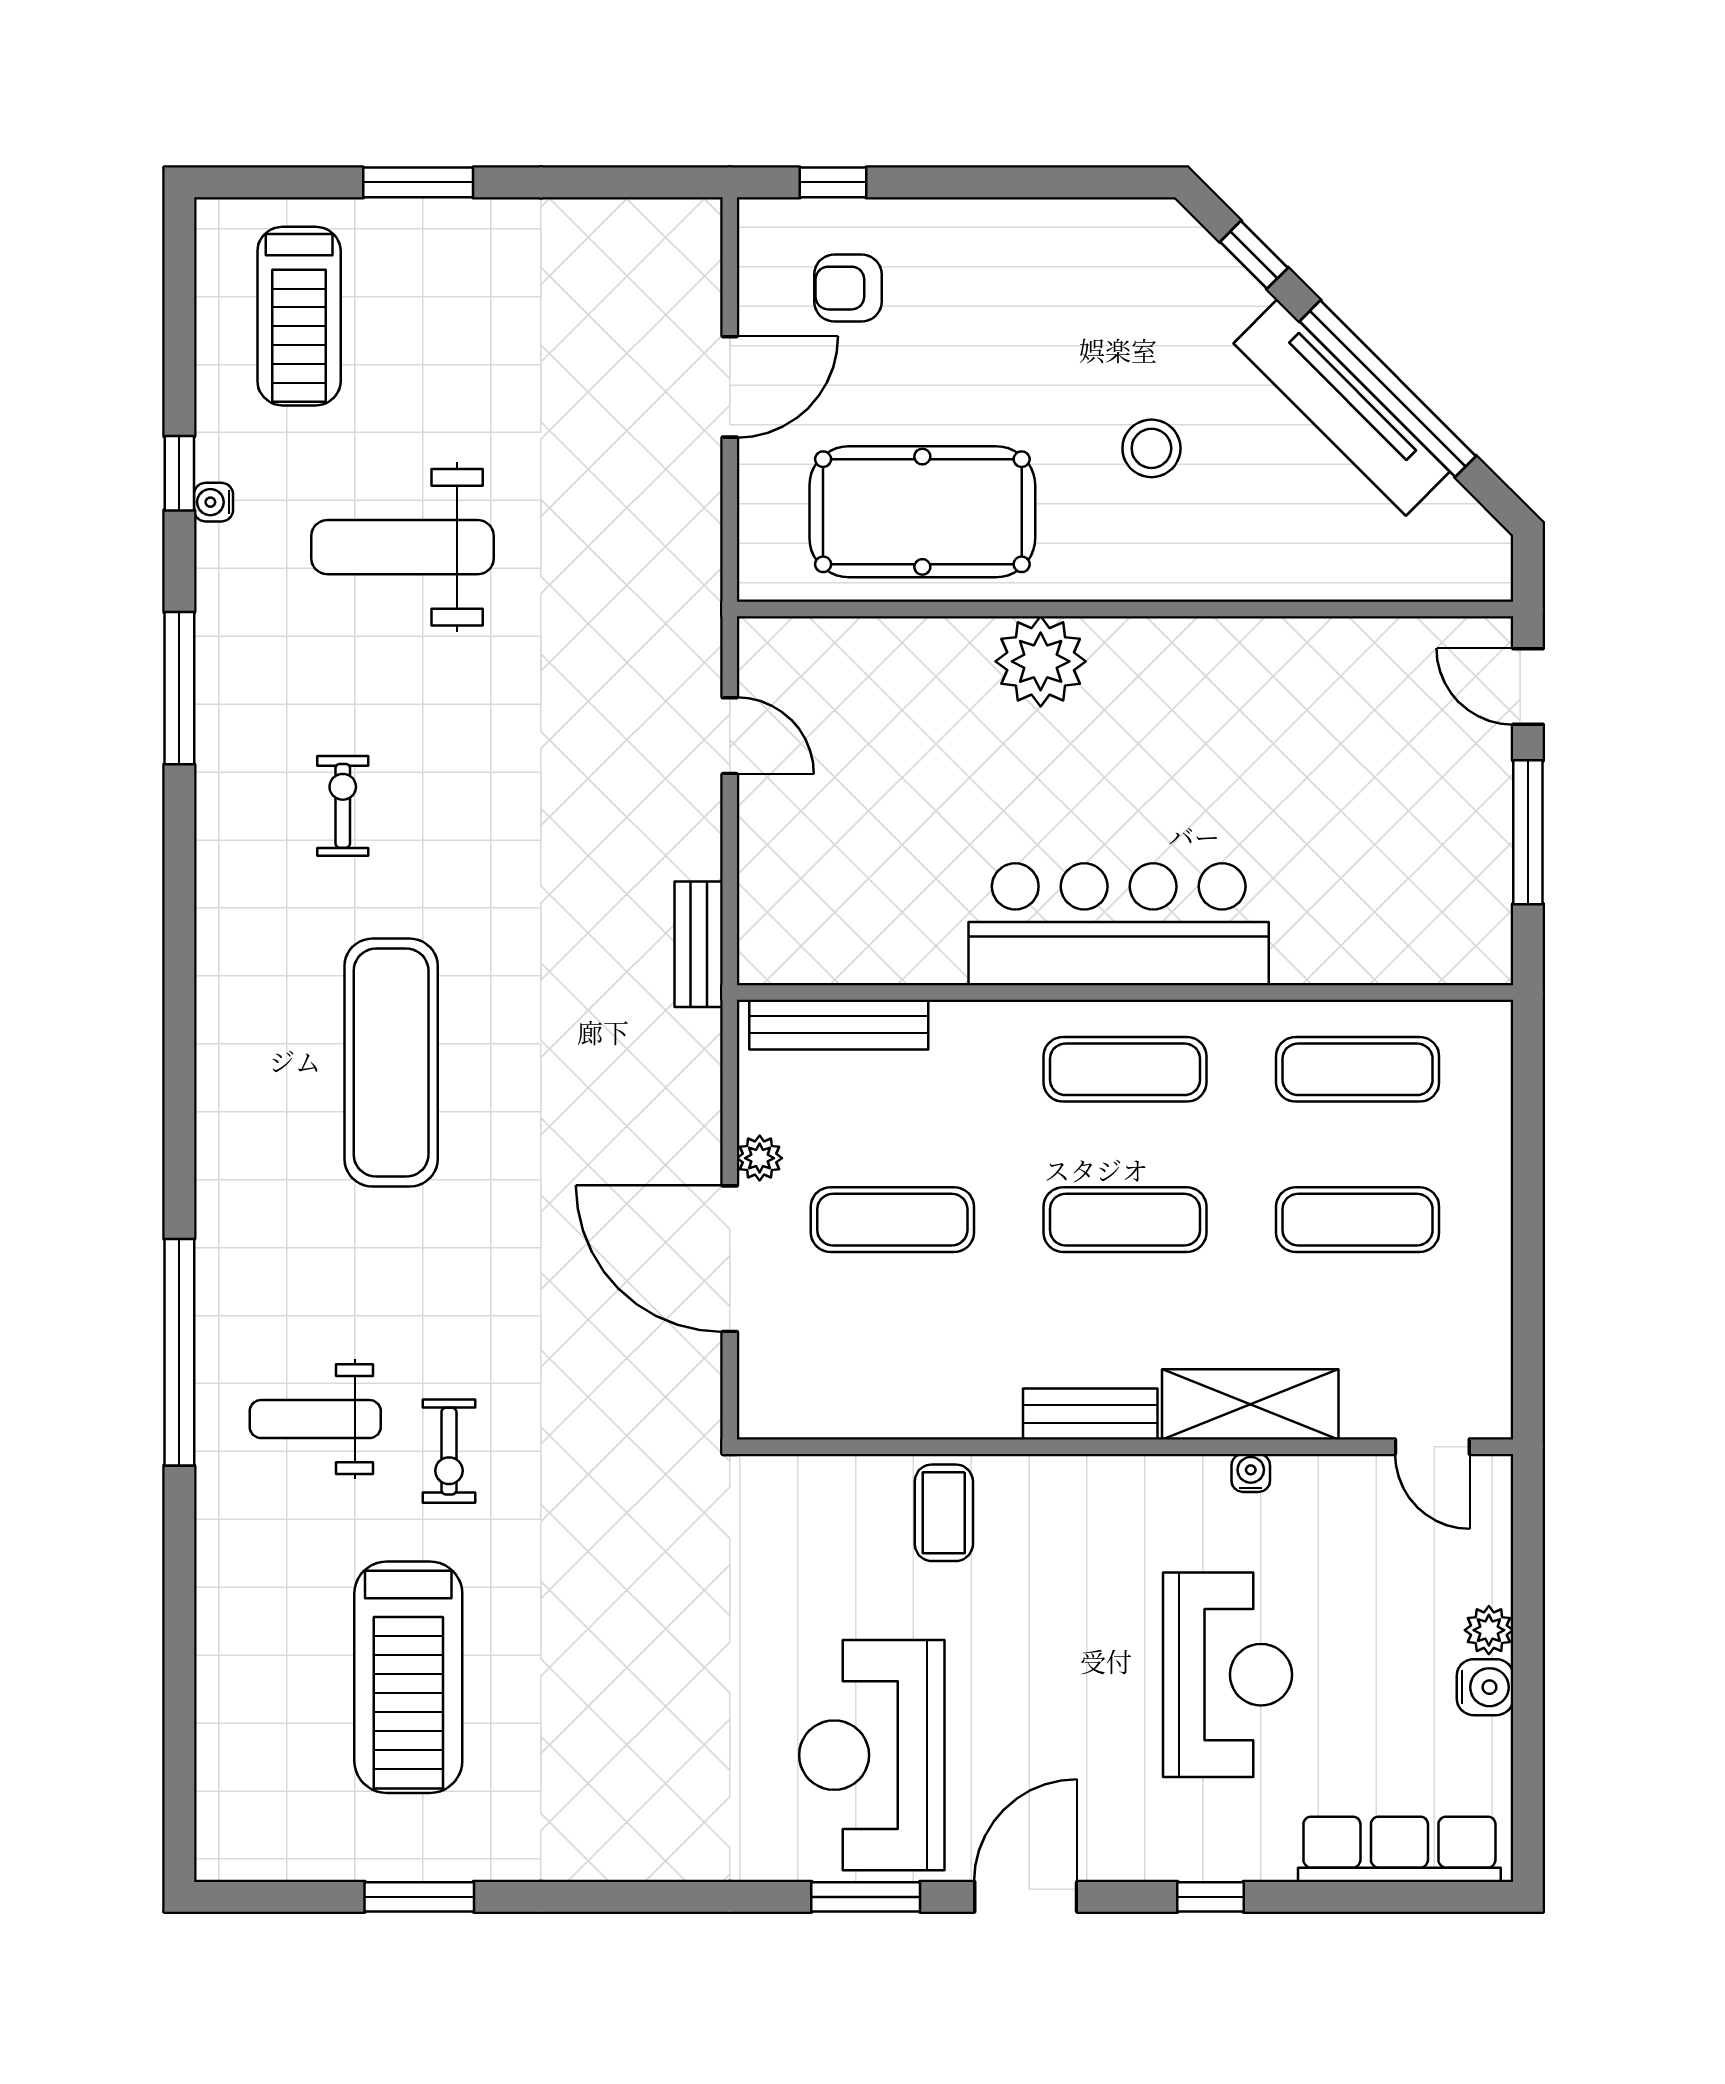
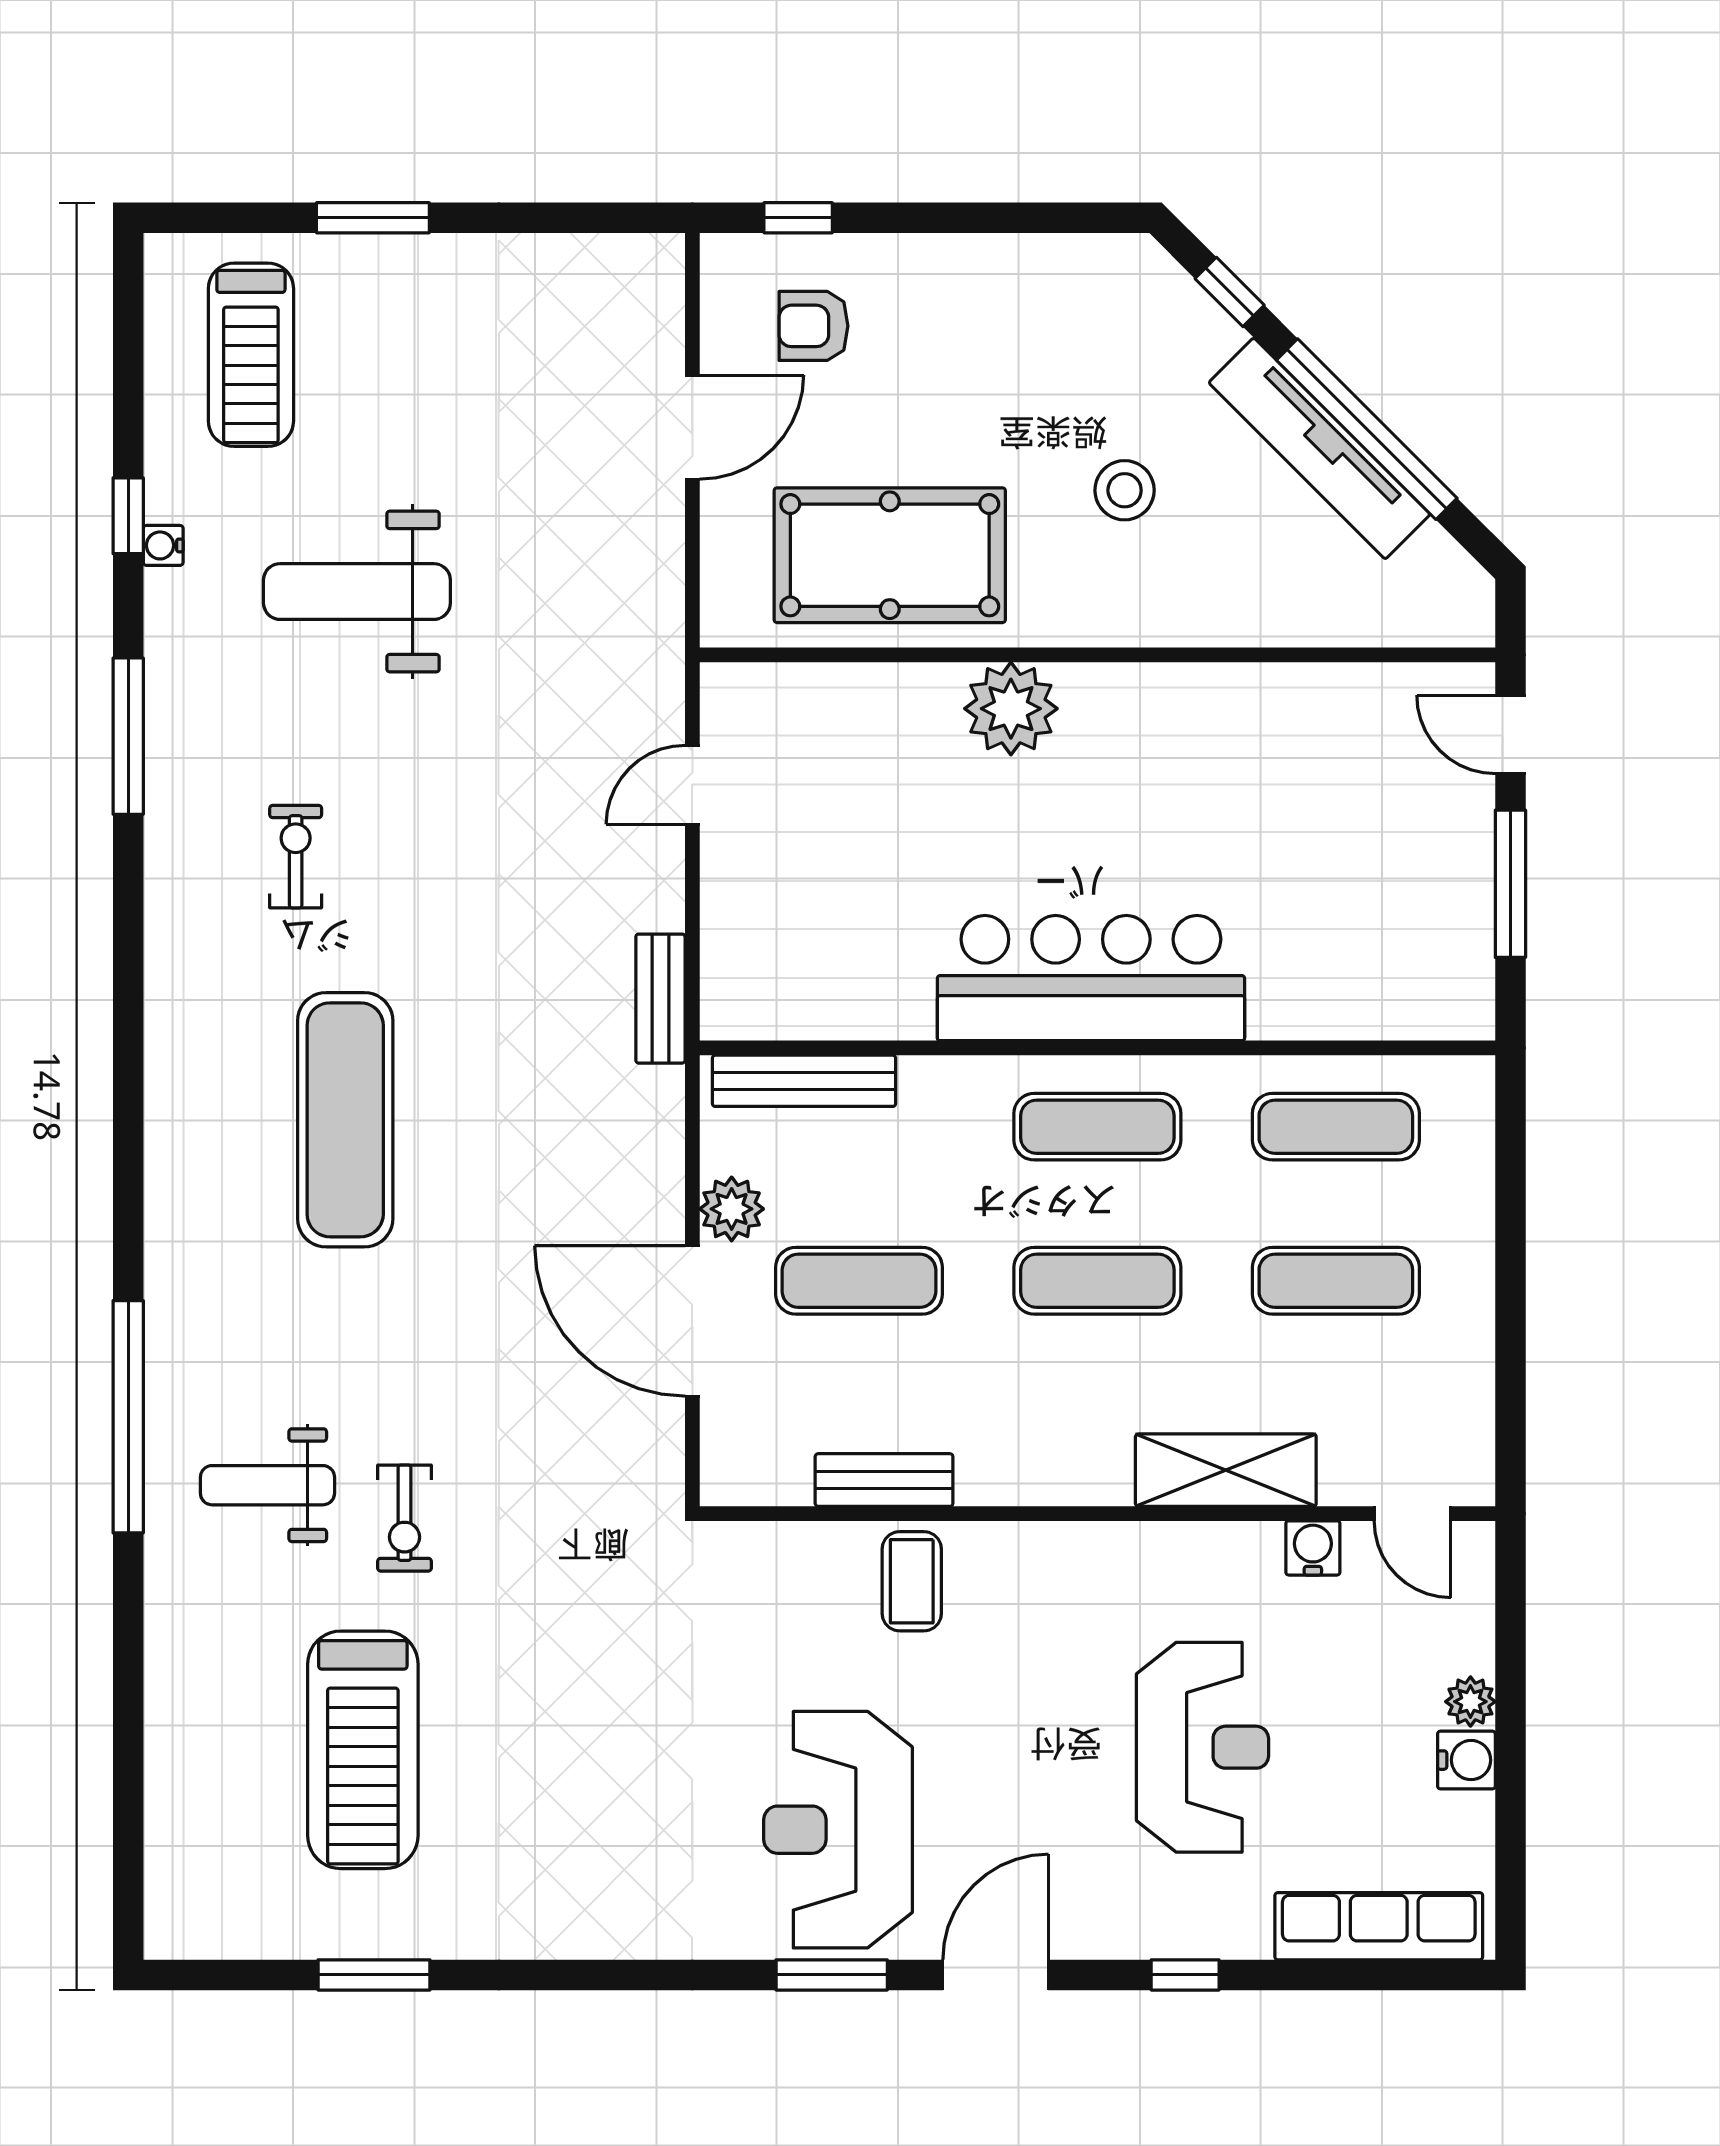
door: (730, 736) -> (692, 785), swing flipped
plant: (760, 1158) -> (732, 1209), width x1.38, depth x1.38
bench: (1090, 1414) -> (884, 1480), moved
water cooler: (1251, 1473) -> (1313, 1548), moved, width x1.38, depth x1.38

